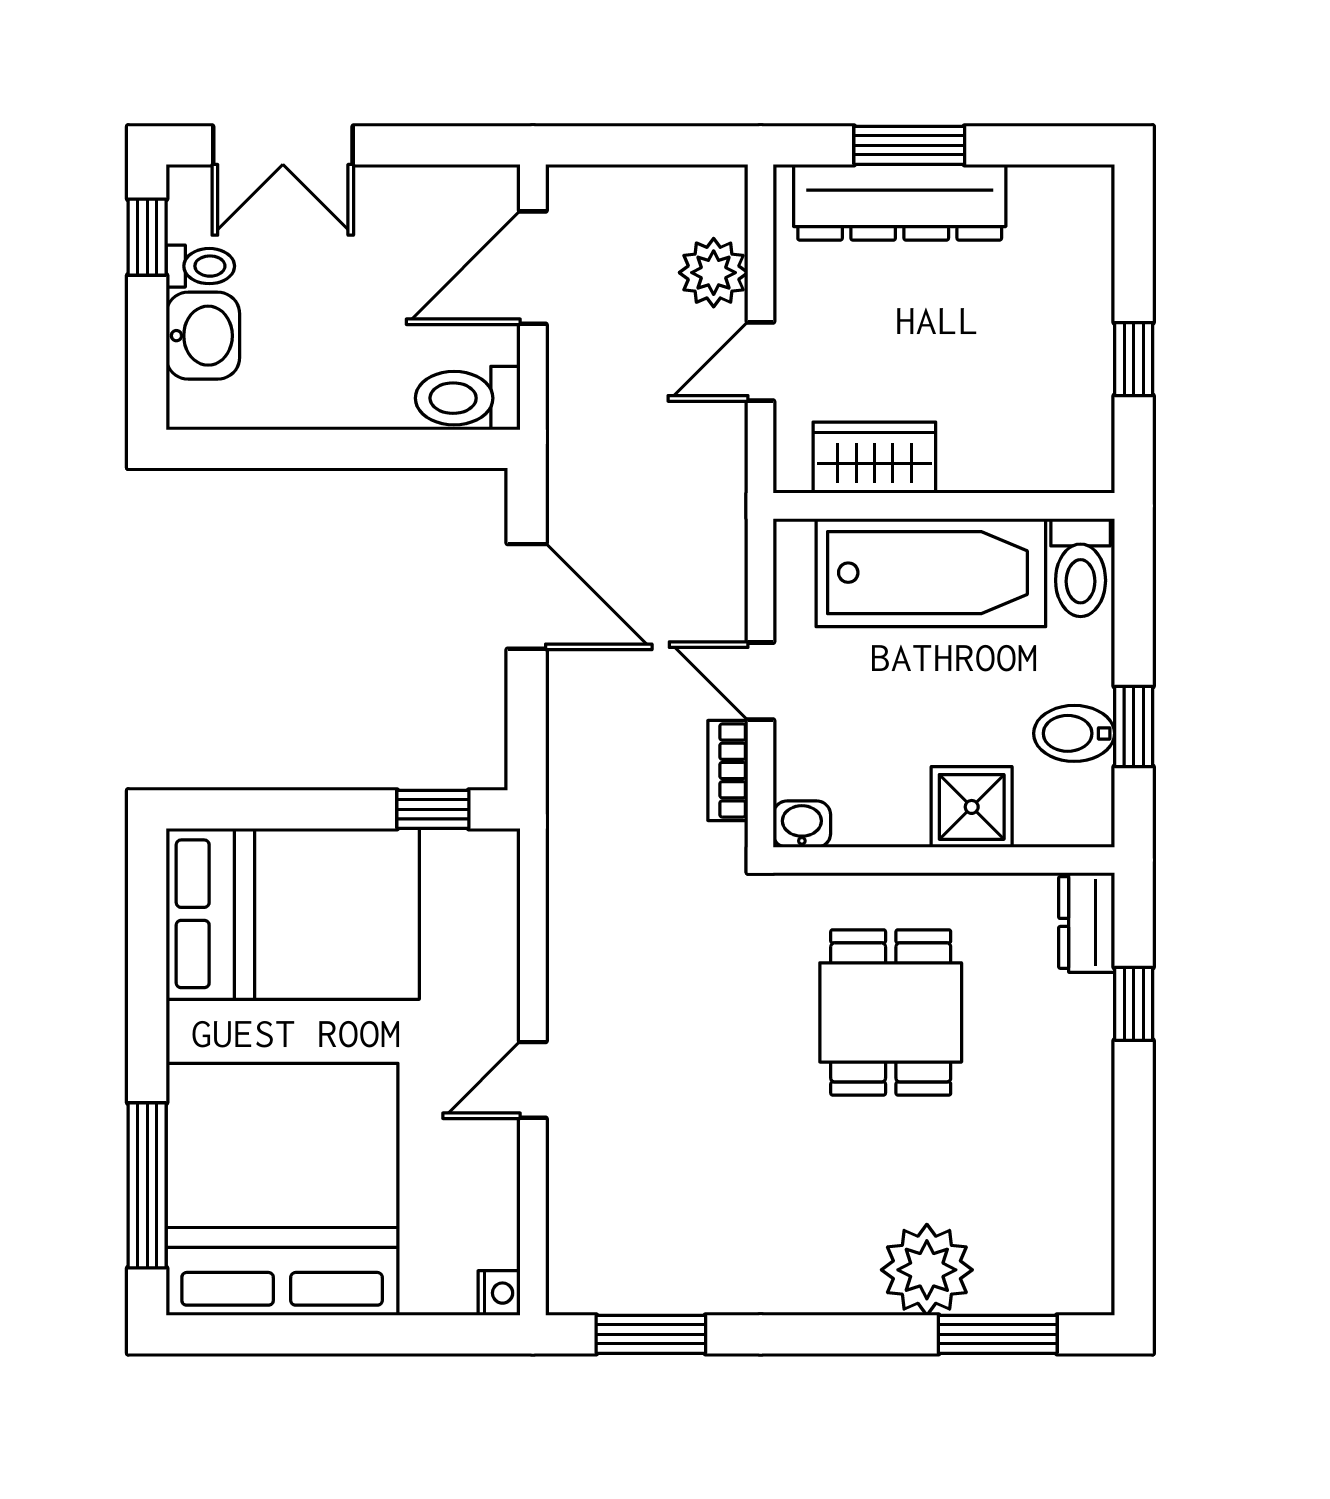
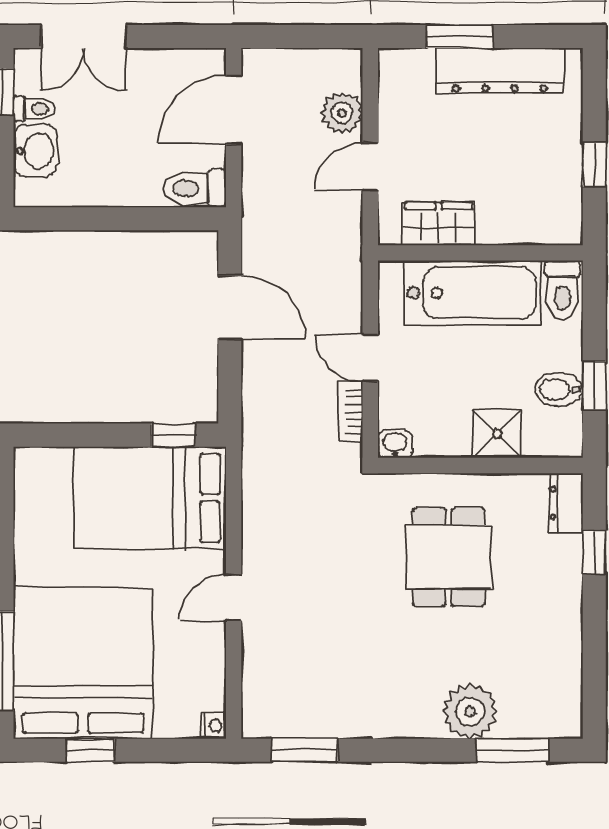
dresser: (900, 202) -> (500, 71), moved
bed: (293, 914) -> (150, 498), moved, turned 180
window: (294, 1334) -> (90, 750), added

